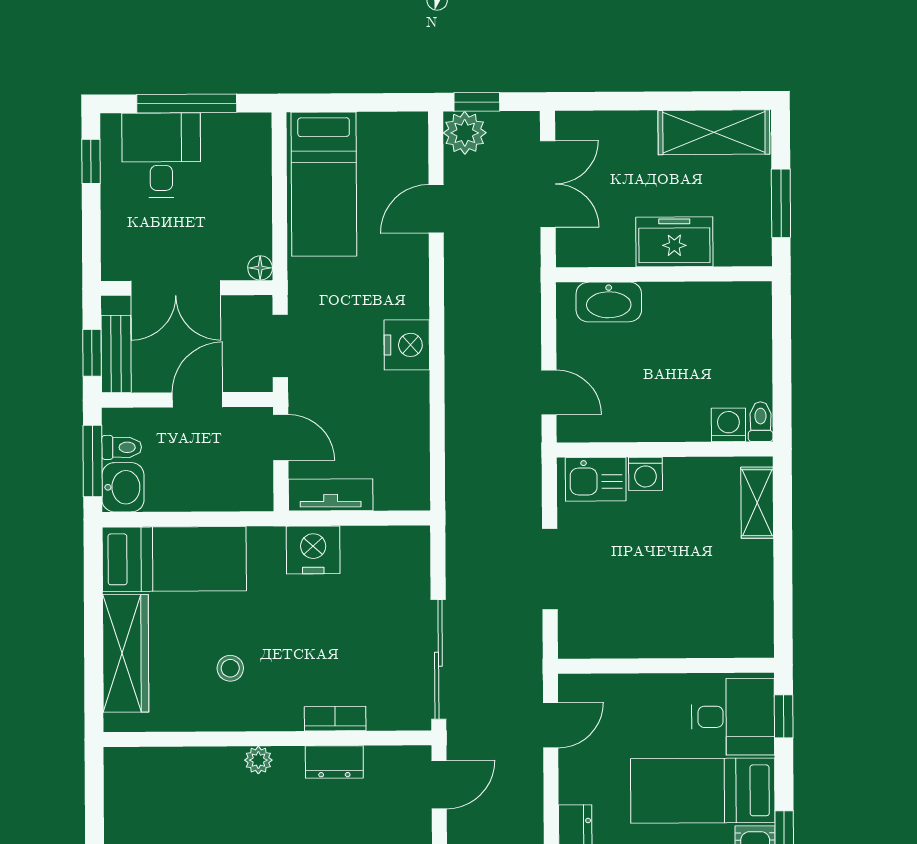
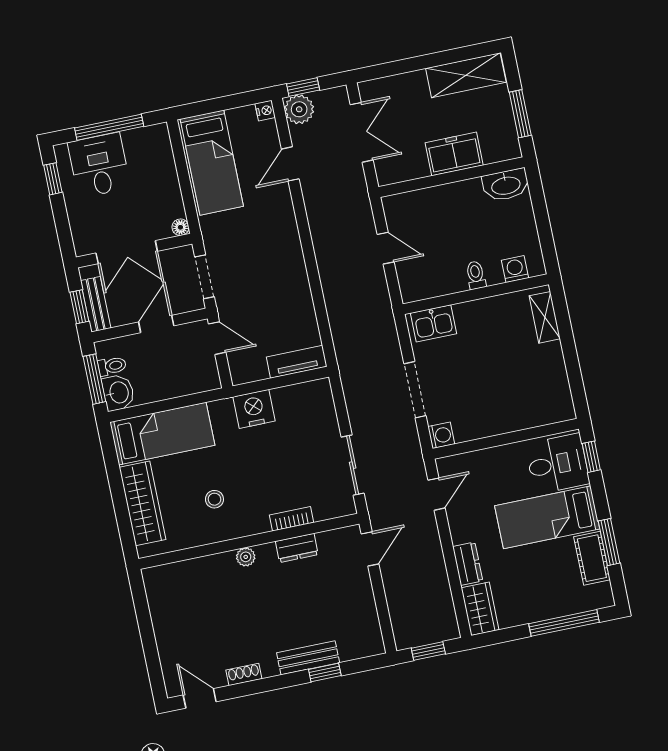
washbasin: (609, 302) -> (506, 185), moved
nightstand: (407, 345) -> (265, 111), moved, width x0.53, depth x0.56
door: (549, 392) -> (386, 248), moved
toilet: (761, 422) -> (476, 275), moved
washing machine: (646, 474) -> (441, 435), moved, turned -90
tv unit: (331, 495) -> (297, 362), moved
sliding door: (438, 659) -> (353, 465), width x0.73

